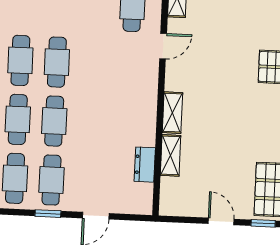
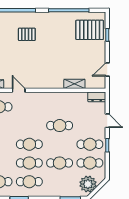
shelving: (172, 113) -> (53, 84), removed
cafe table: (54, 121) -> (60, 126), moved
dresser: (145, 165) -> (97, 97), moved
door: (221, 221) -> (107, 70), moved

